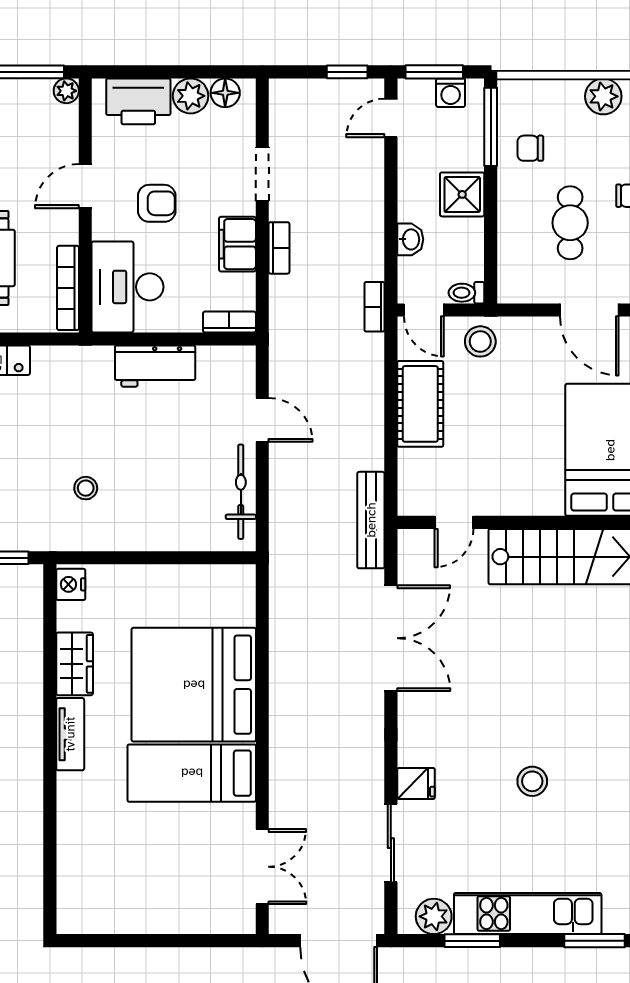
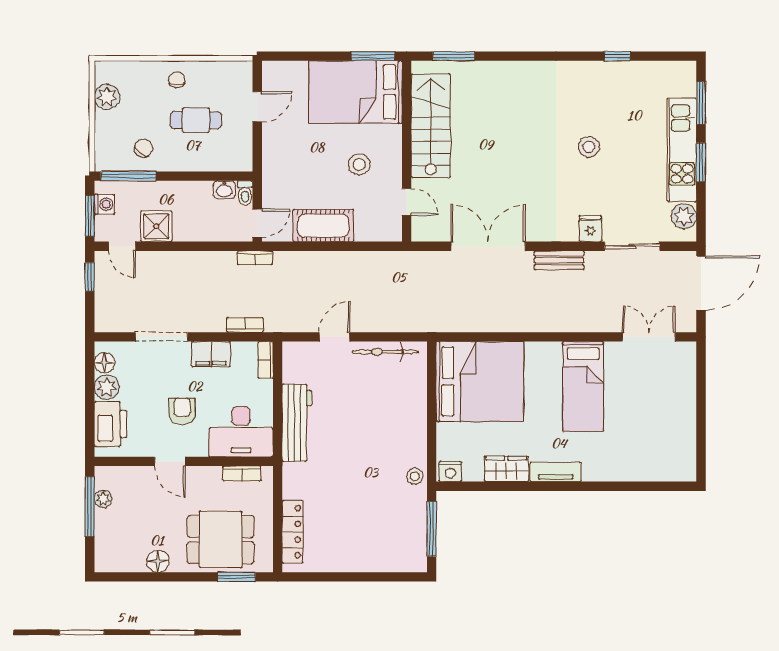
plant: (66, 91) -> (103, 499), moved
chair: (530, 148) -> (143, 148), turned -144
doorway: (262, 174) -> (161, 337), width x1.38
shower: (462, 194) -> (156, 226), moved
washbasin: (410, 239) -> (224, 190), moved, turned 180
bookcase: (279, 248) -> (245, 325), moved
bookcase: (68, 288) -> (242, 473), width x0.64
door: (589, 310) -> (257, 107), width x0.73
stool: (480, 341) -> (359, 164), moved
workbench: (155, 366) -> (297, 423), width x1.37
stool: (86, 488) -> (415, 476), moved
bench: (371, 520) -> (559, 260), moved, width x0.73
bed: (194, 685) -> (480, 381), moved, turned -90
window: (472, 941) -> (701, 162), moved

